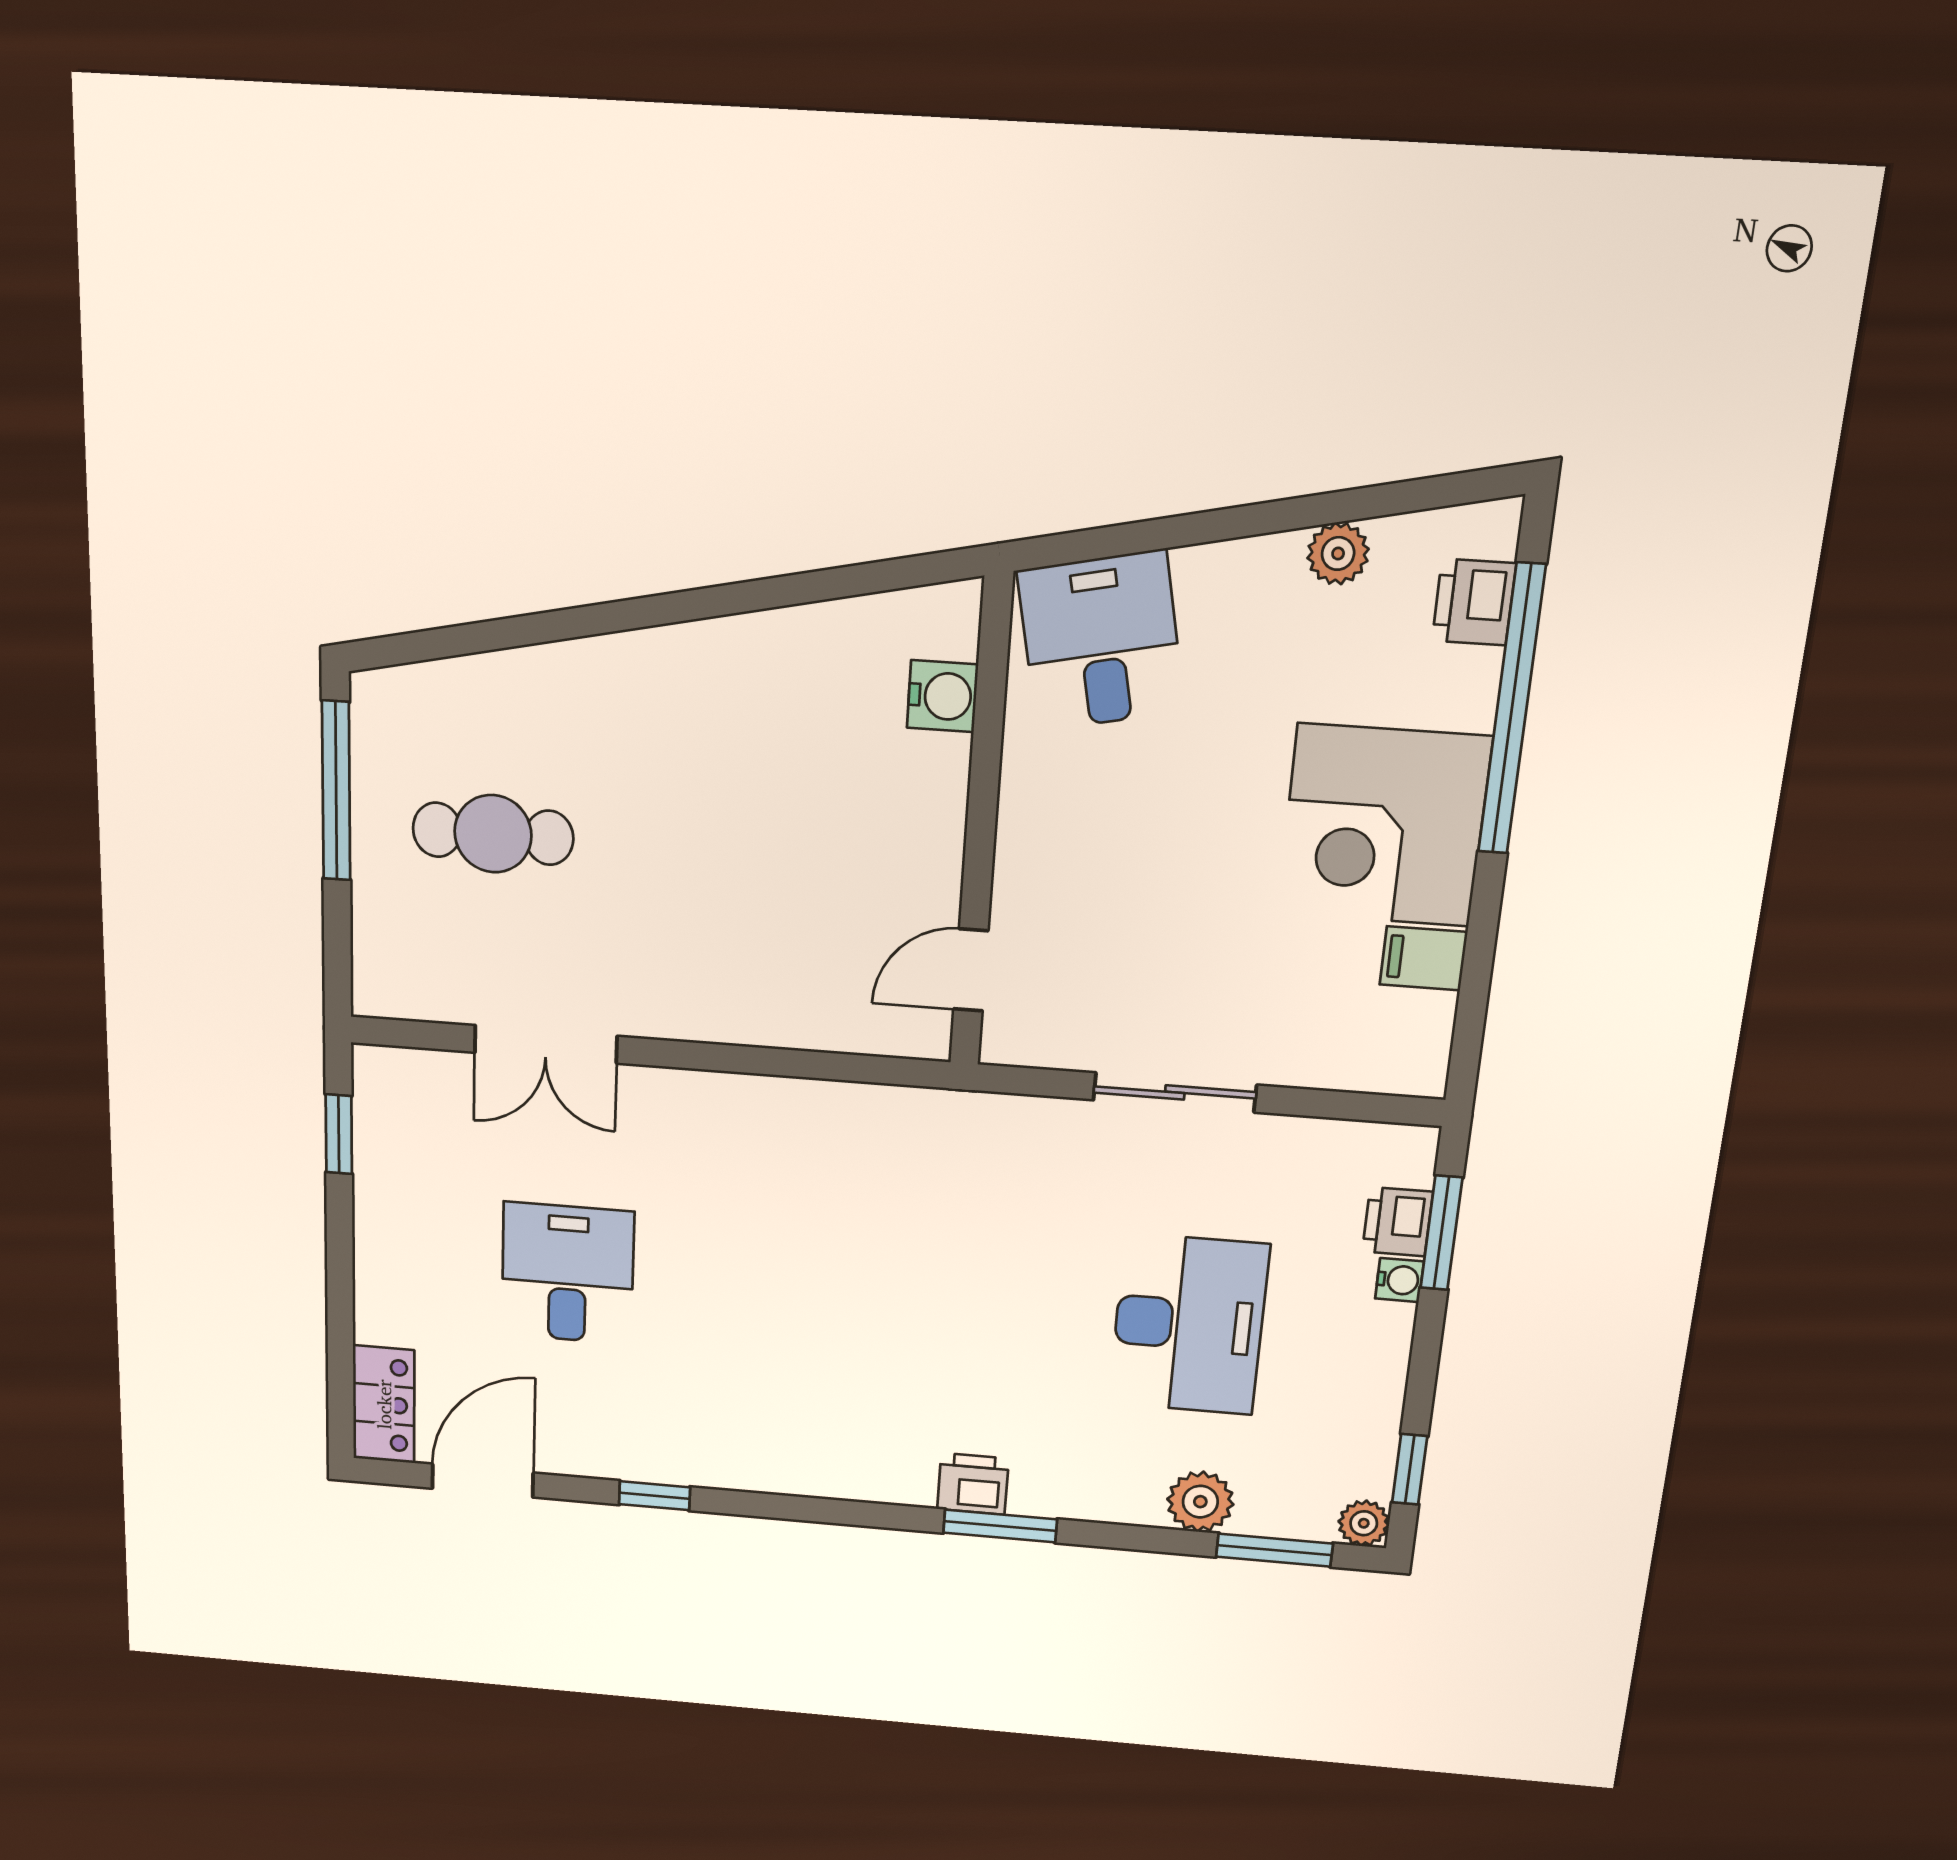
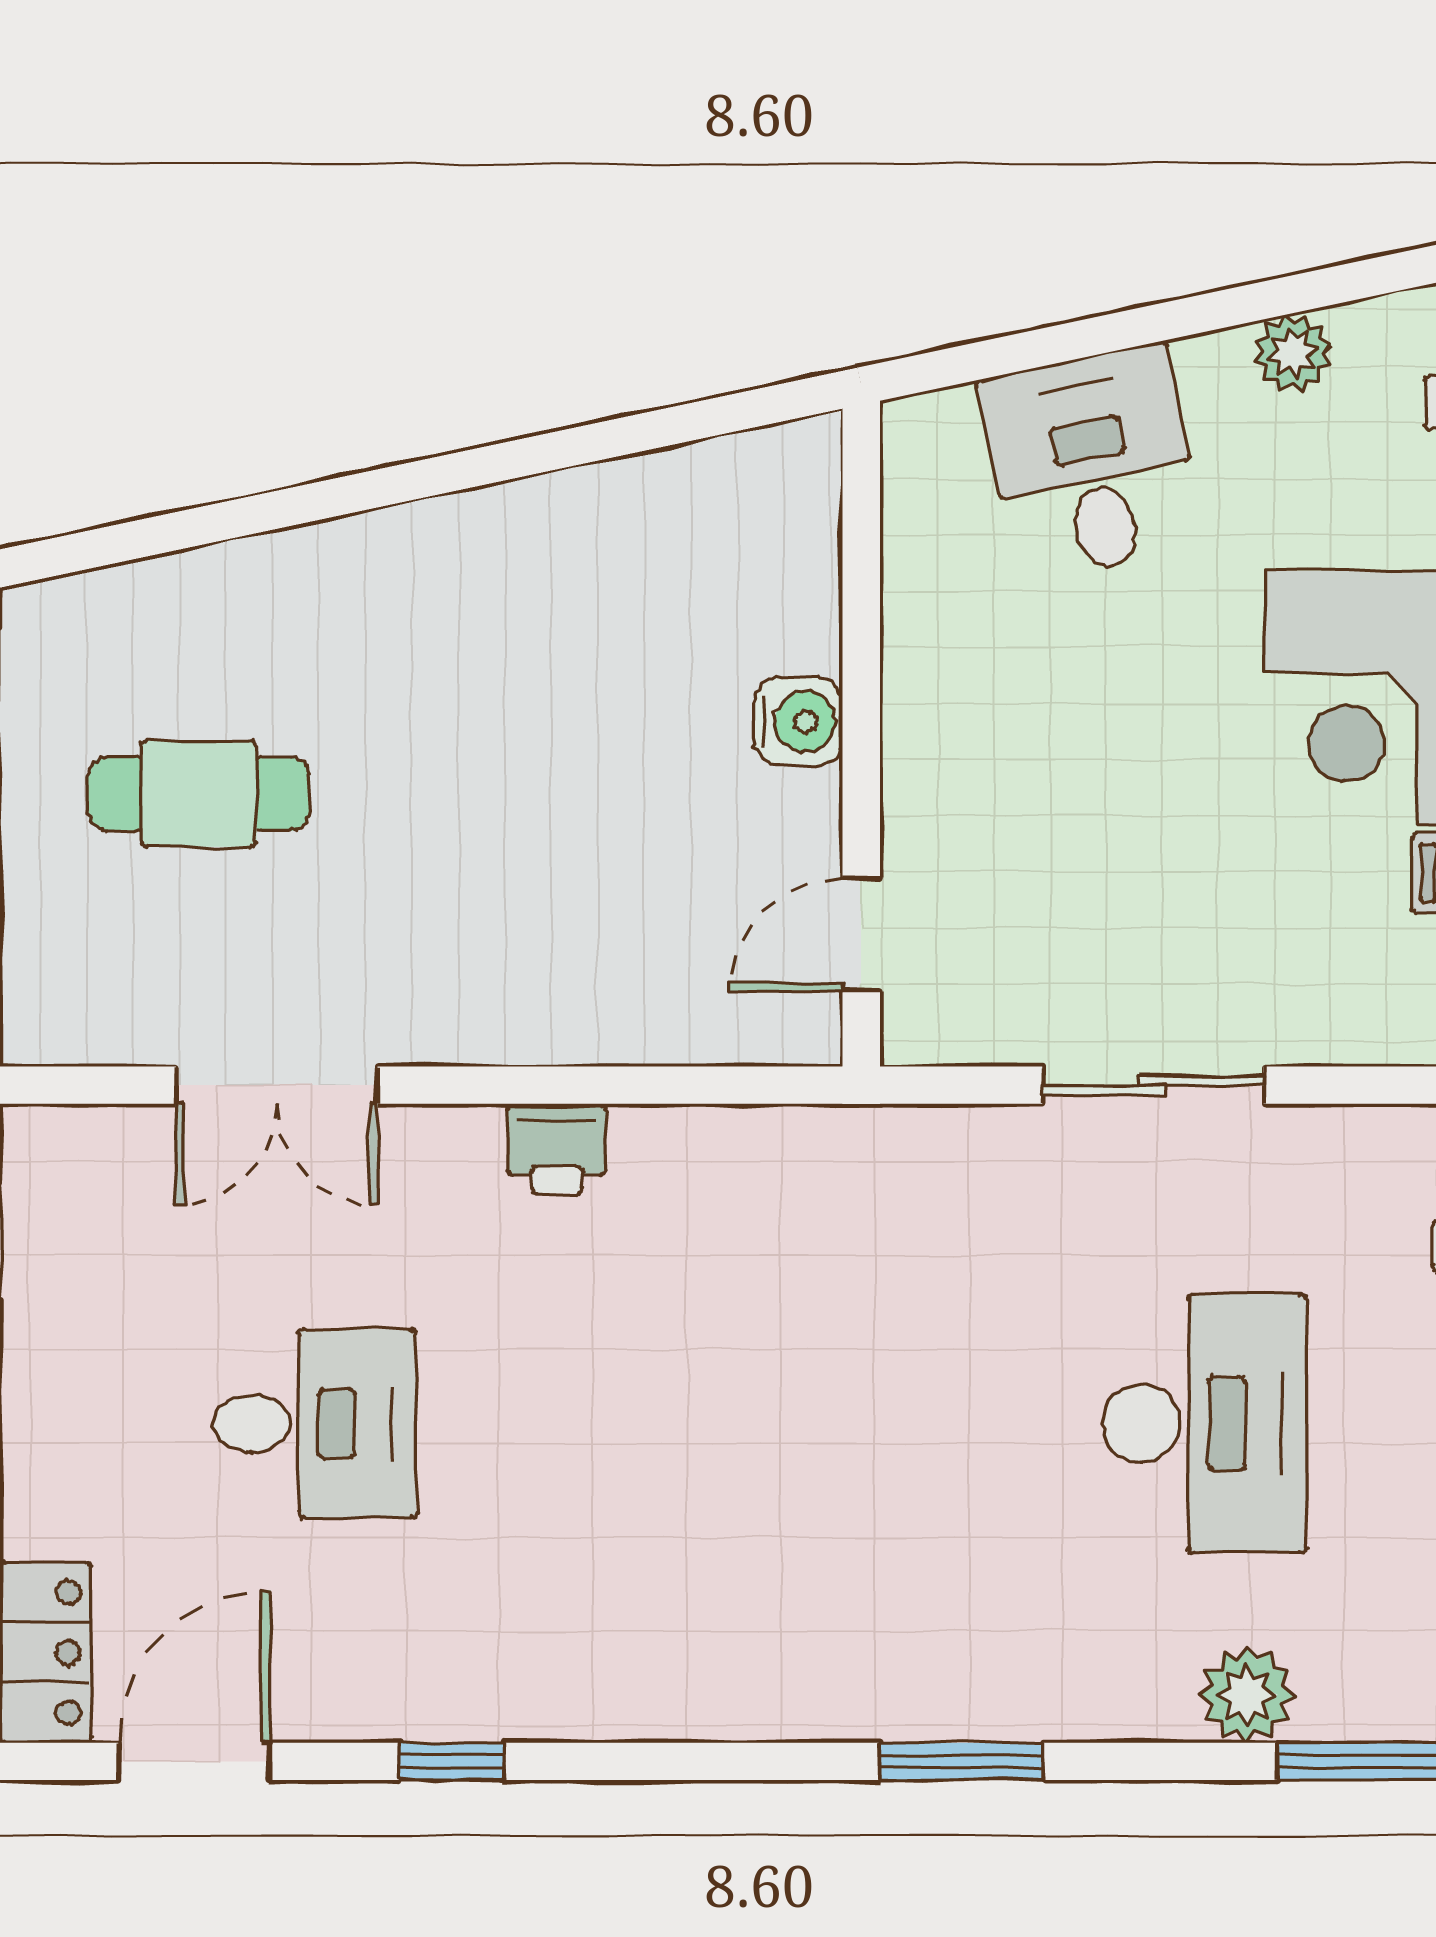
desk: (1101, 641) -> (1092, 463), moved
water cooler: (942, 696) -> (798, 722), moved
desk: (568, 1273) -> (315, 1423), turned 90
printer: (973, 1484) -> (557, 1149), moved, turned 180

